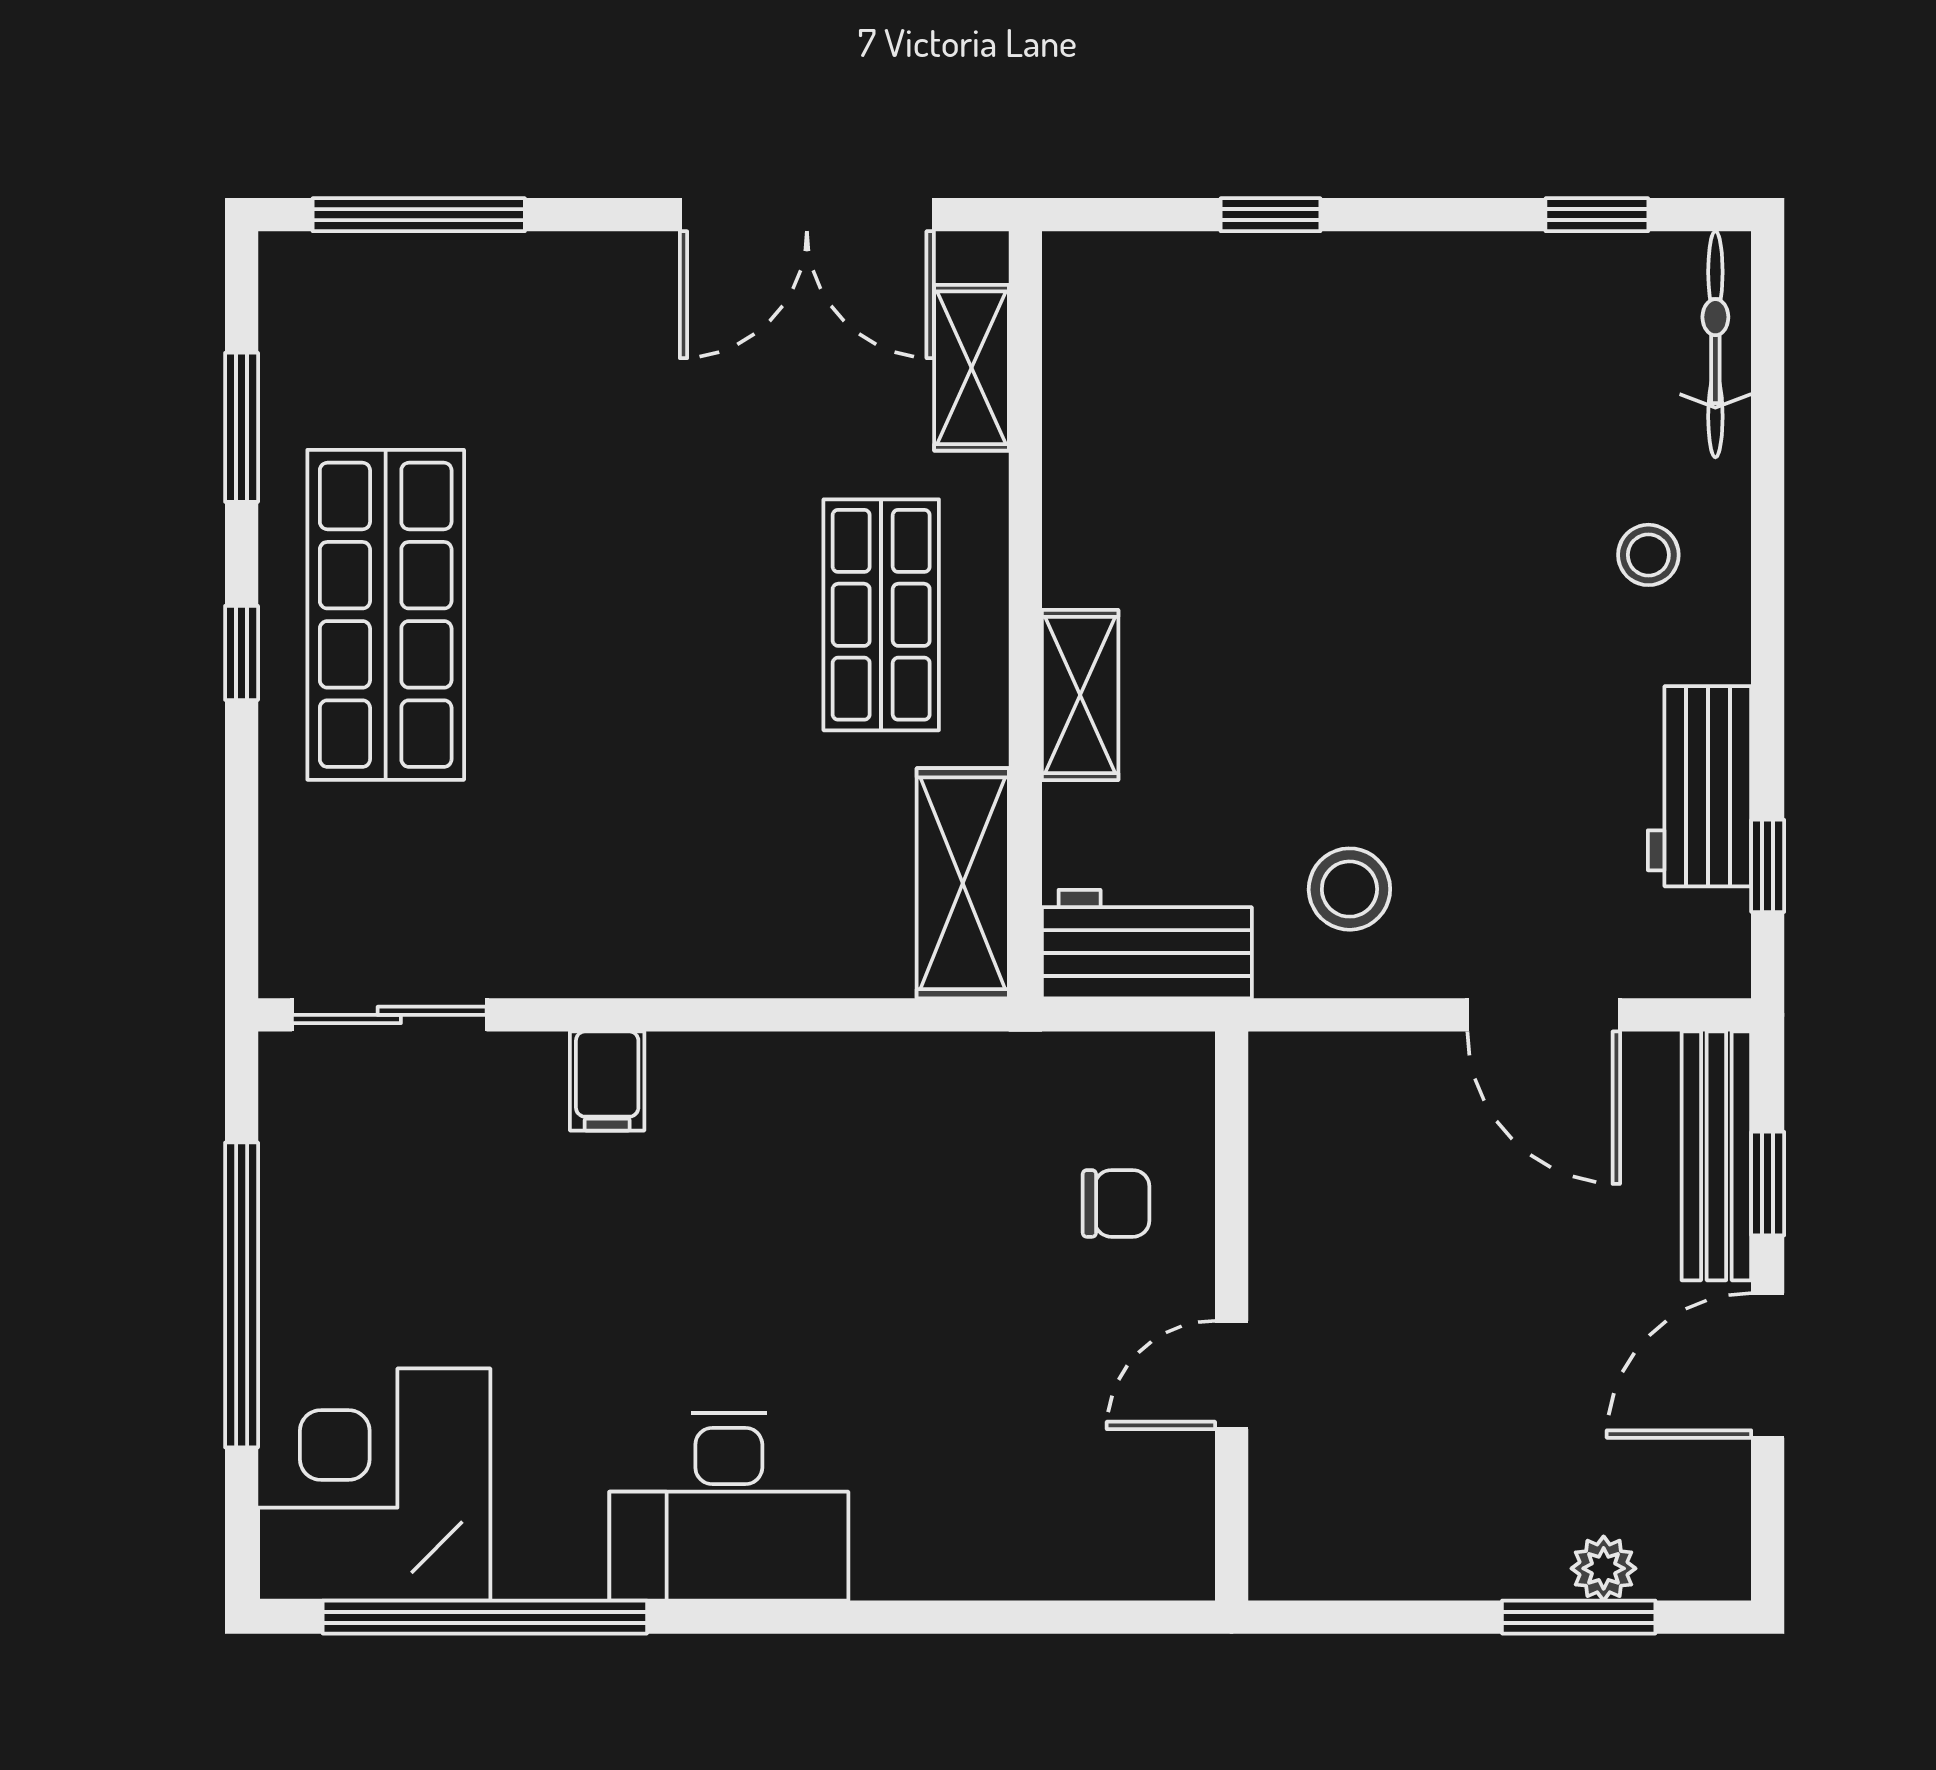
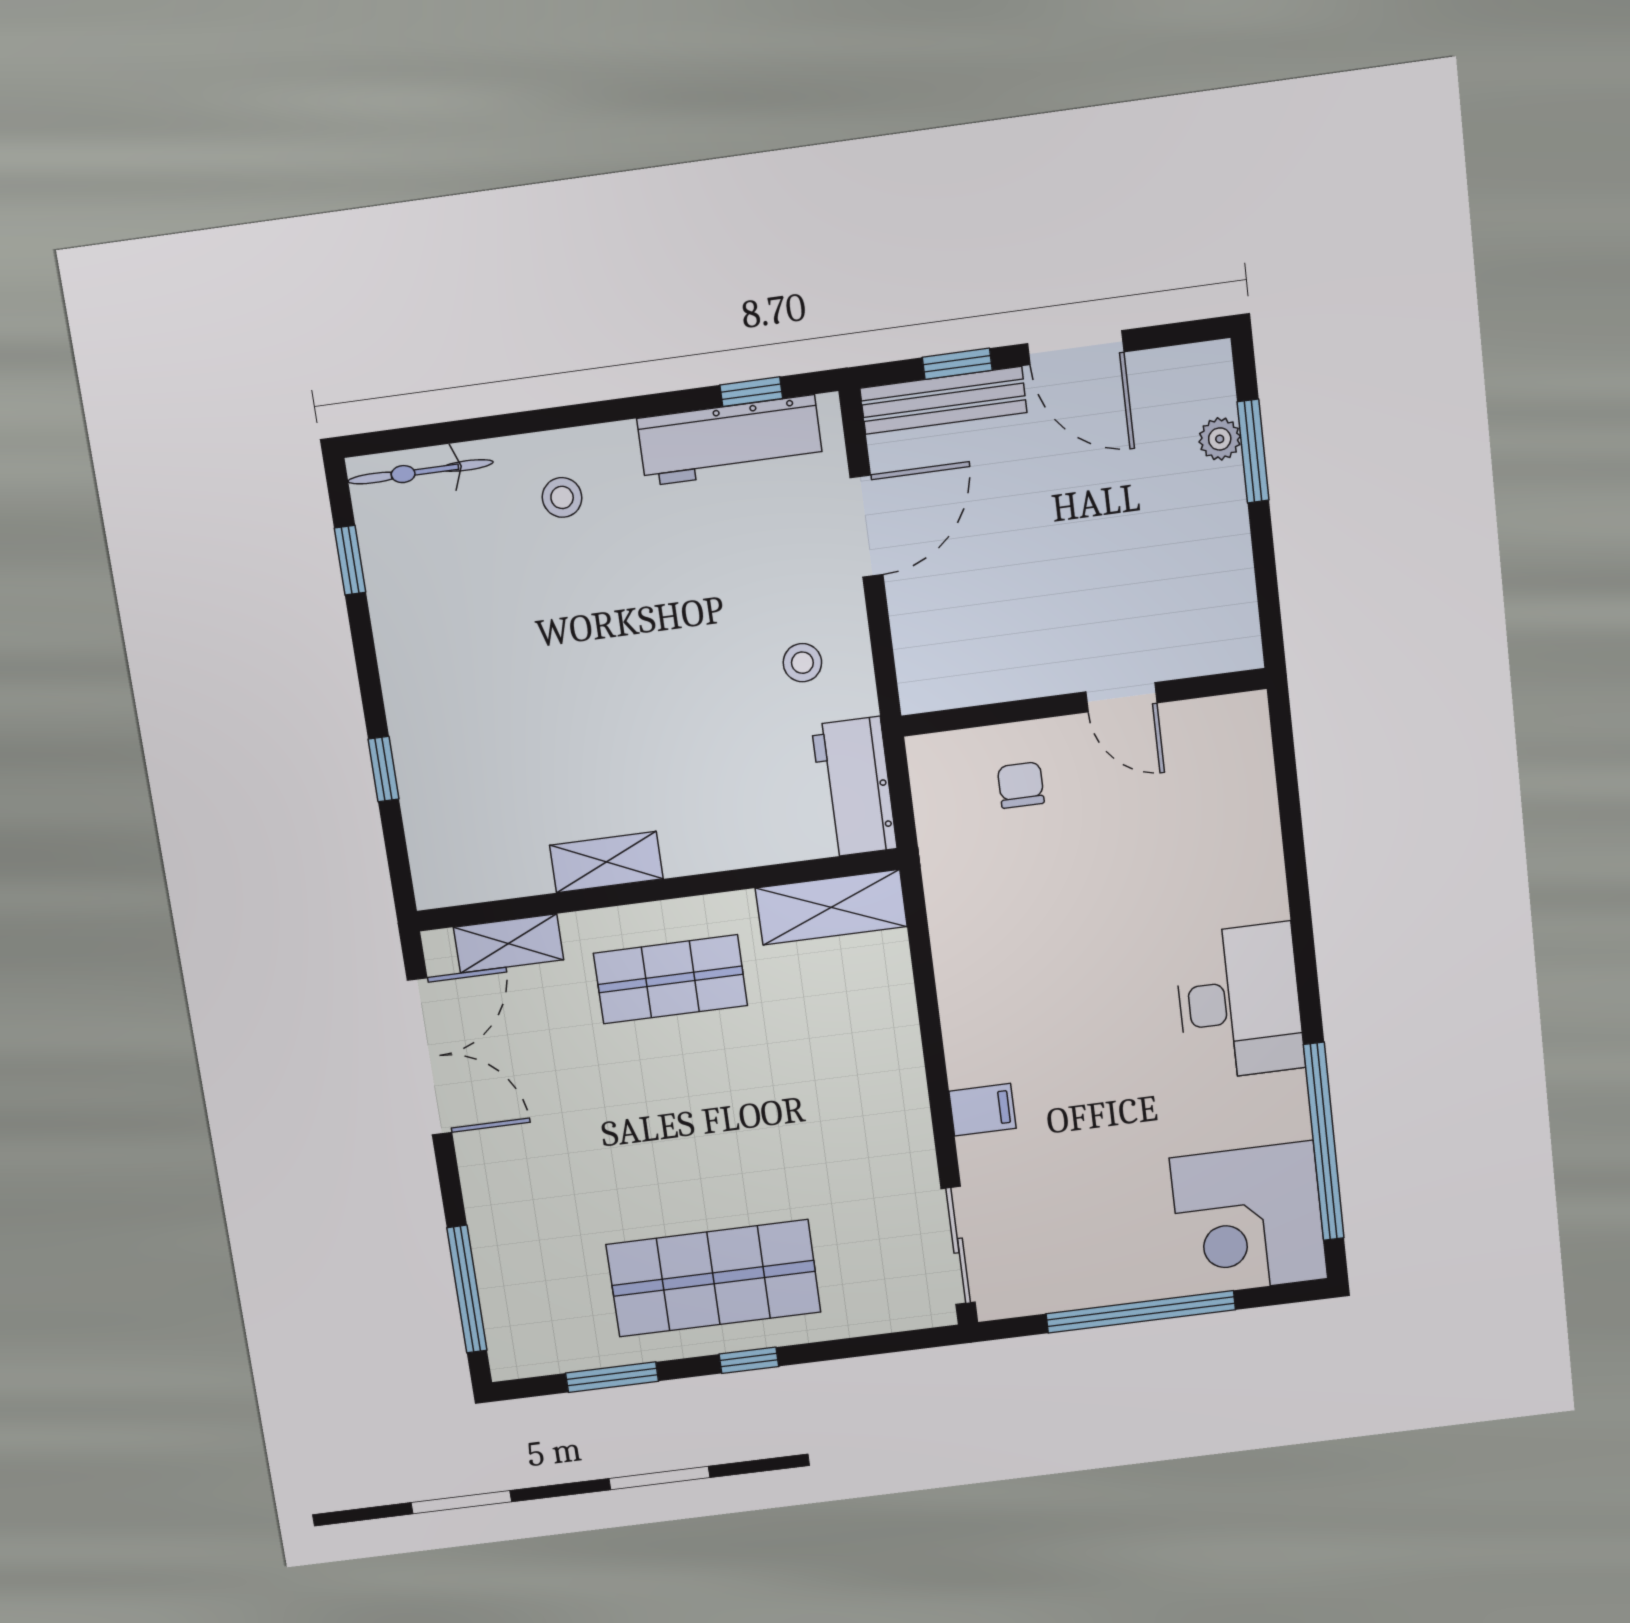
shelving: (1080, 695) -> (606, 862), moved
workbench: (1700, 786) -> (730, 440), width x1.38
stool: (1349, 889) -> (802, 663), width x0.73, depth x0.73

